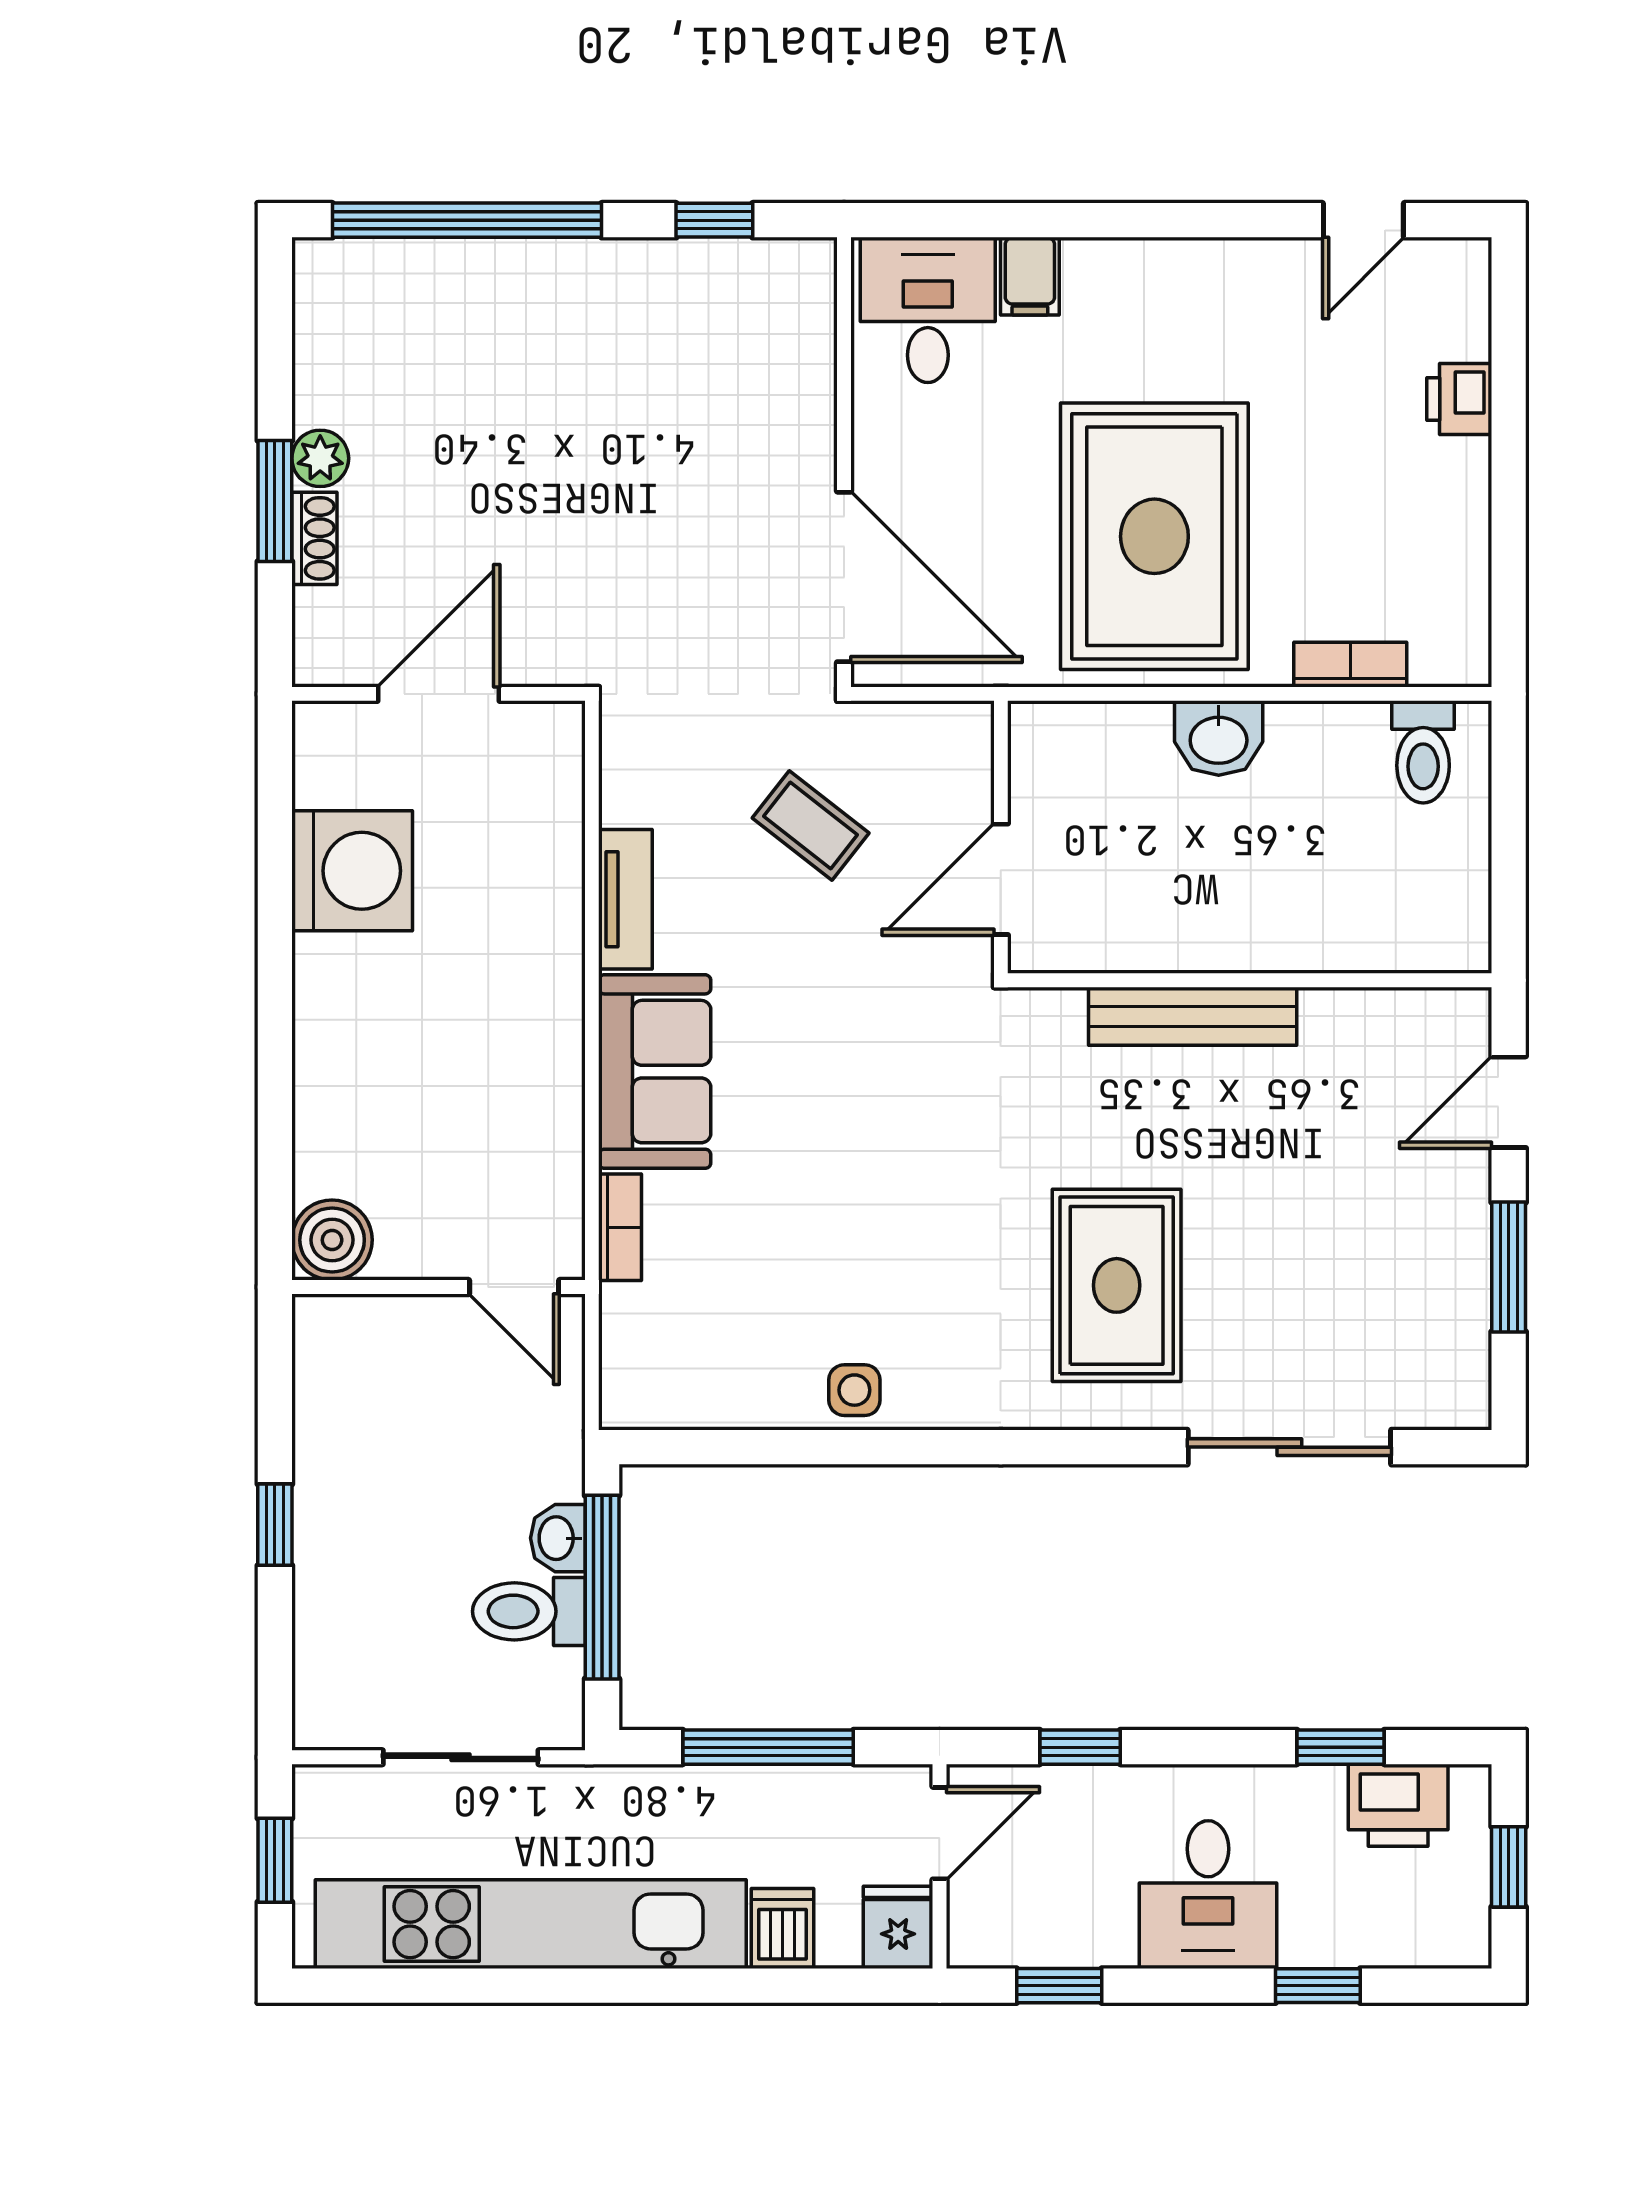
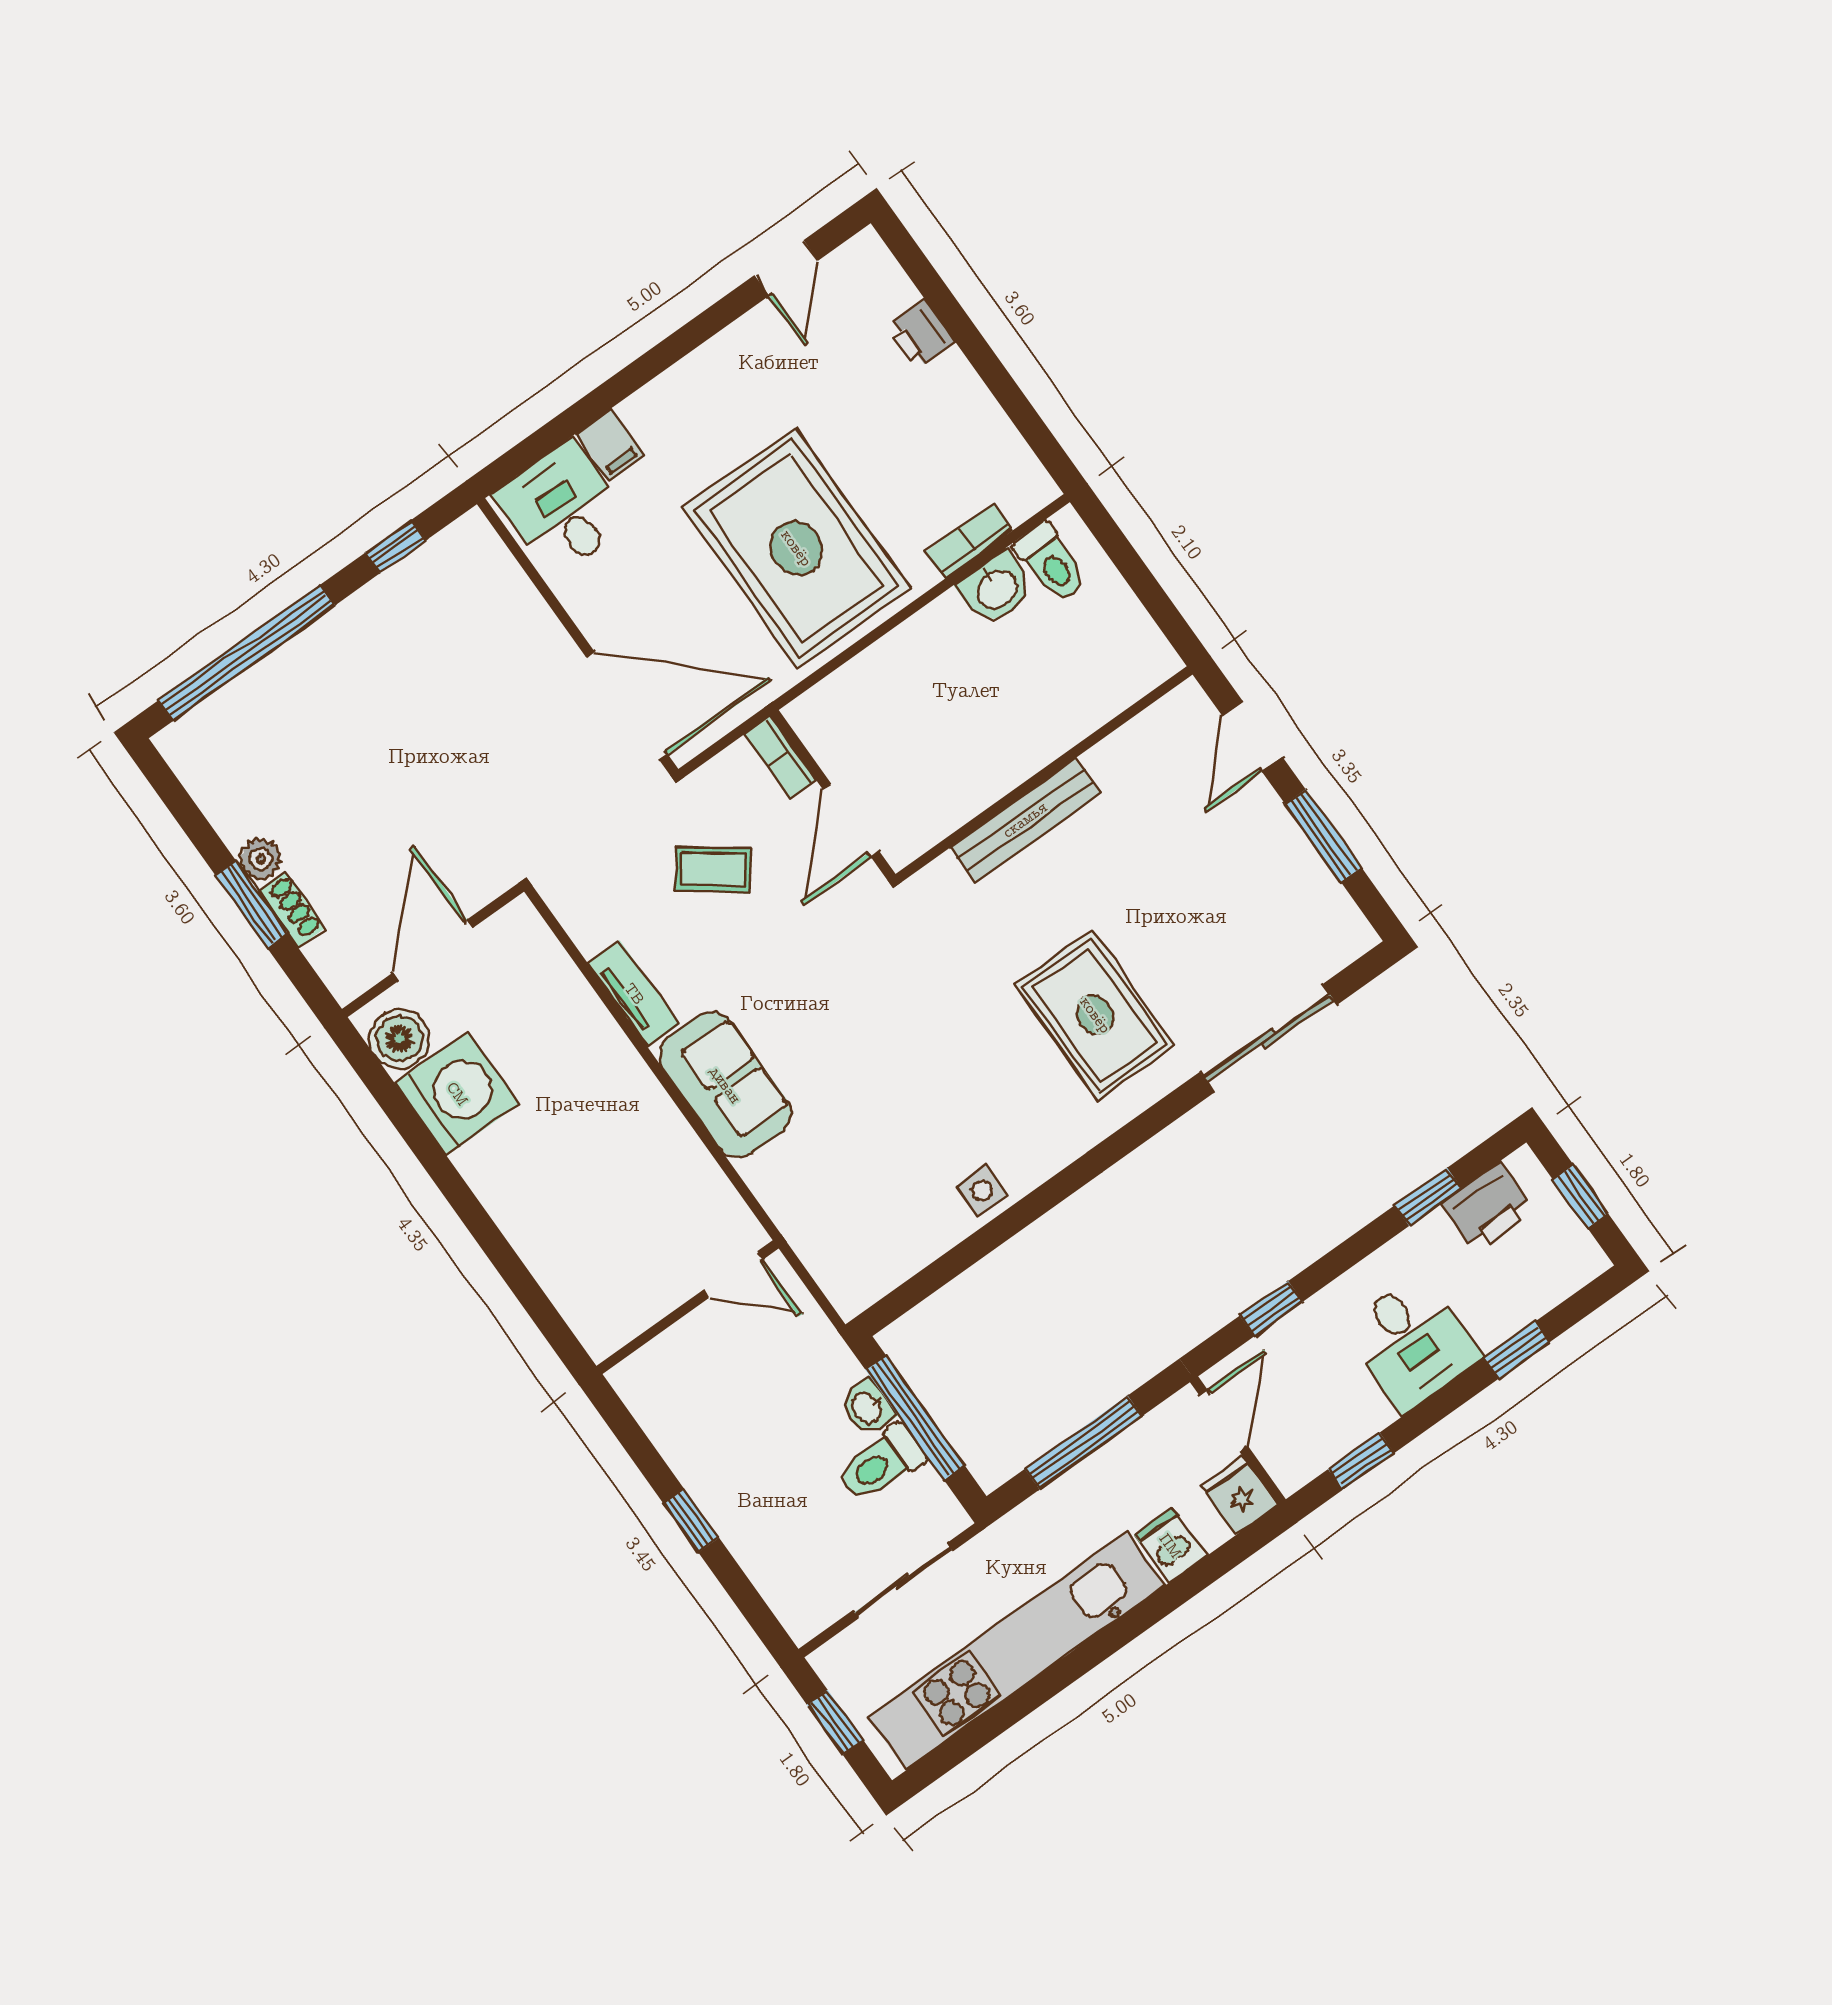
washbasin: (1219, 738) -> (996, 589), moved
bookcase: (620, 1227) -> (780, 757), moved, turned 180
boiler: (332, 1240) -> (399, 1039), moved

